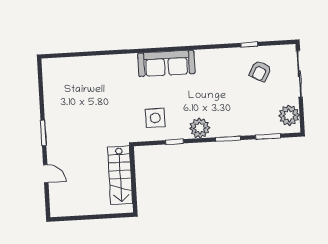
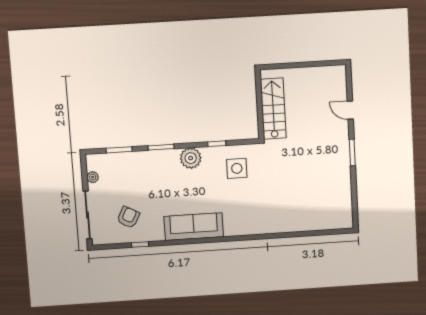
sofa: (166, 63) -> (194, 227), moved
plant: (289, 115) -> (93, 177), width x0.53, depth x0.53

